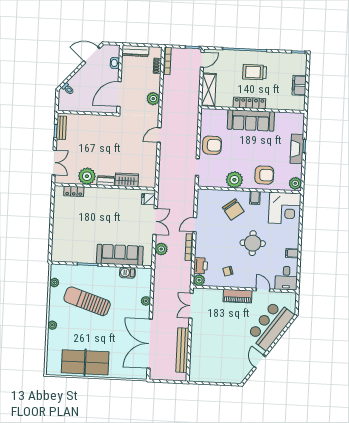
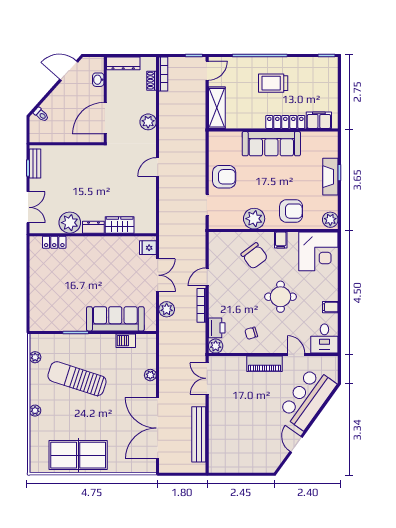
filing cabinet: (299, 85) -> (319, 120), moved, turned 90
locker: (249, 103) -> (285, 122), moved

